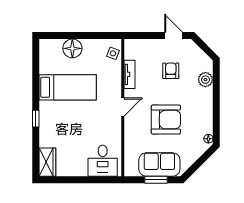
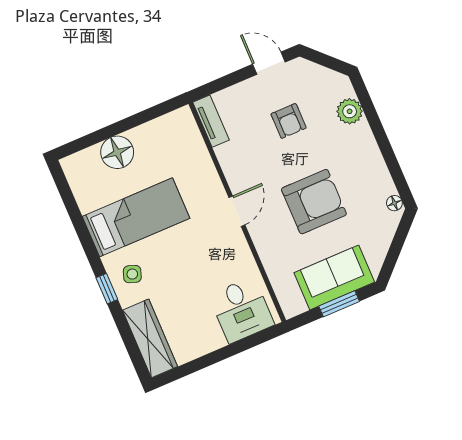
side table: (113, 53) -> (132, 274), moved
armchair: (171, 71) -> (289, 121), turned 180
tv unit: (129, 74) -> (211, 121), moved
wardrobe: (47, 162) -> (150, 338), width x1.50

